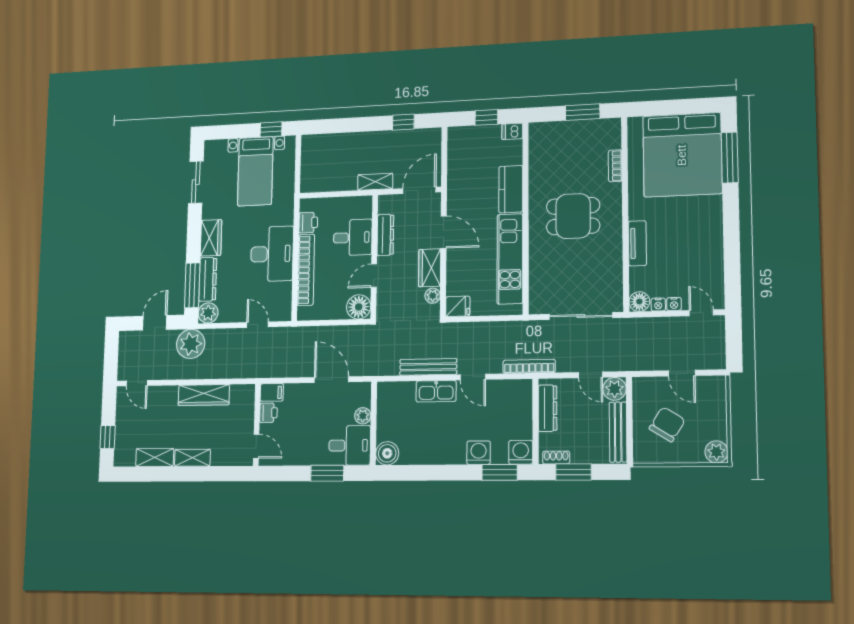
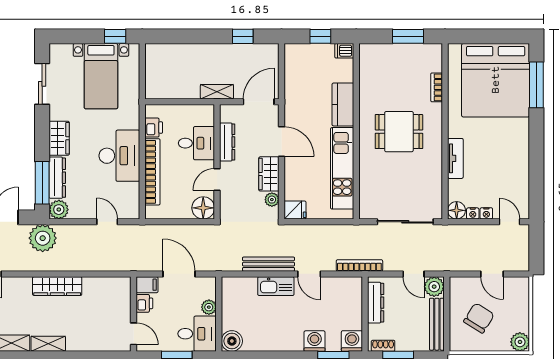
filing cabinet: (272, 392) -> (147, 285), moved
printer: (268, 413) -> (144, 303), moved
wall: (257, 425) -> (134, 314), moved
door: (256, 446) -> (134, 334), moved

